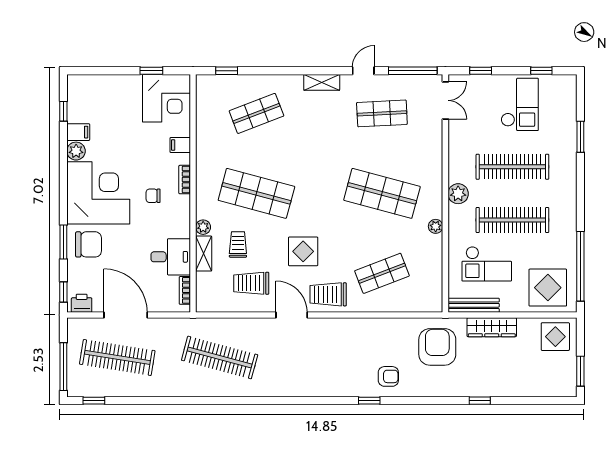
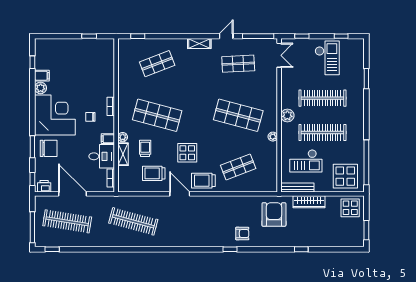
corner desk: (167, 98) -> (99, 54), removed
filing cabinet: (180, 145) -> (108, 139), moved

